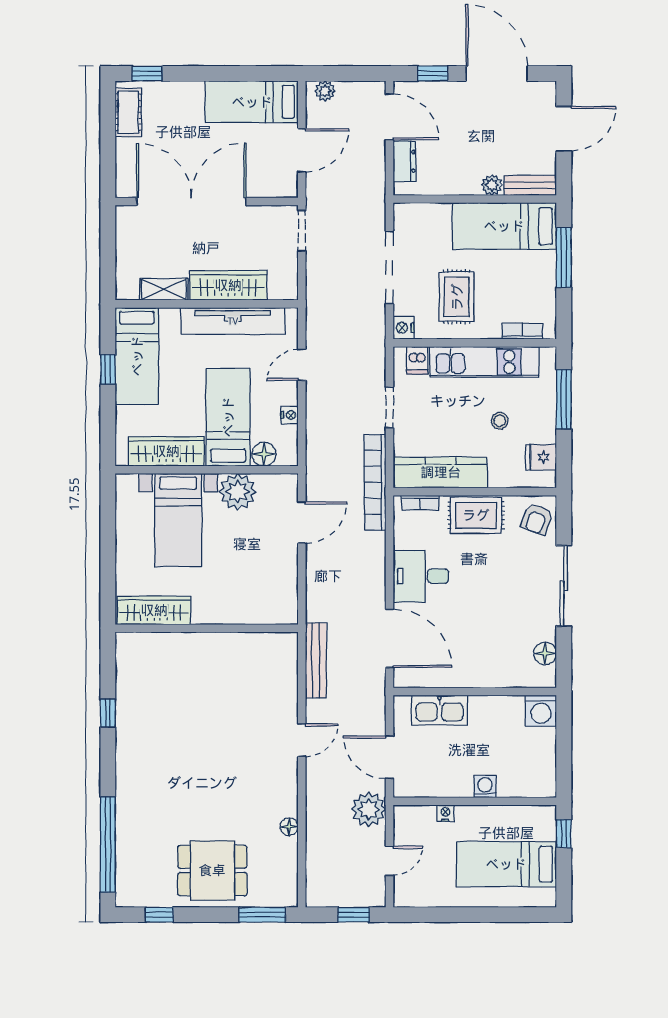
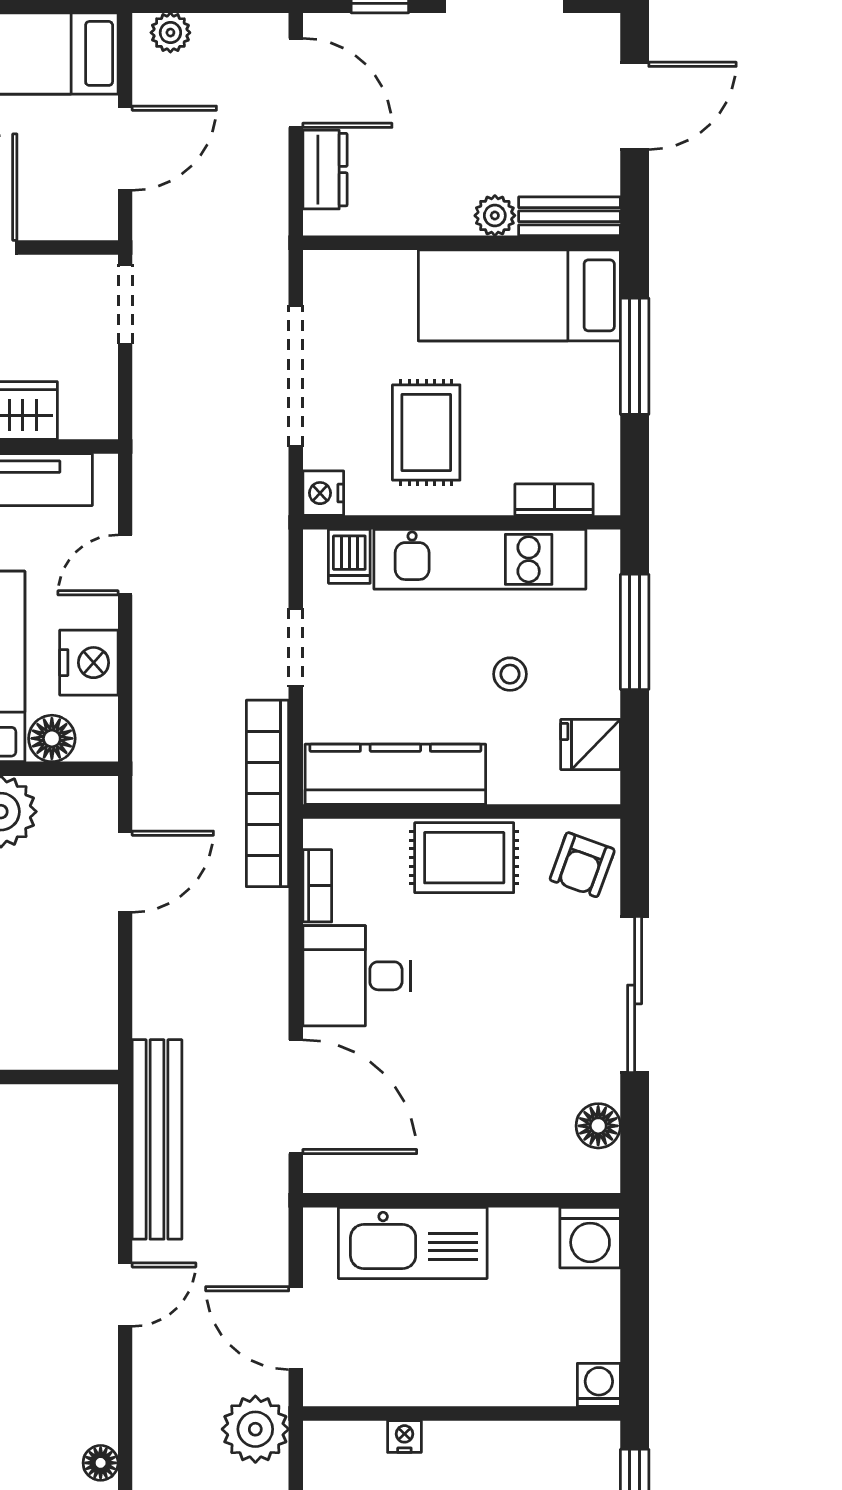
nightstand: (290, 415) -> (89, 663), width x1.89, depth x1.79
bookcase: (420, 503) -> (317, 886), moved, turned -90
bench: (316, 660) -> (157, 1139), width x1.37, depth x1.21
kitchen sink: (439, 710) -> (413, 1243), width x1.36, depth x1.24
washing machine: (485, 787) -> (599, 1385), moved

